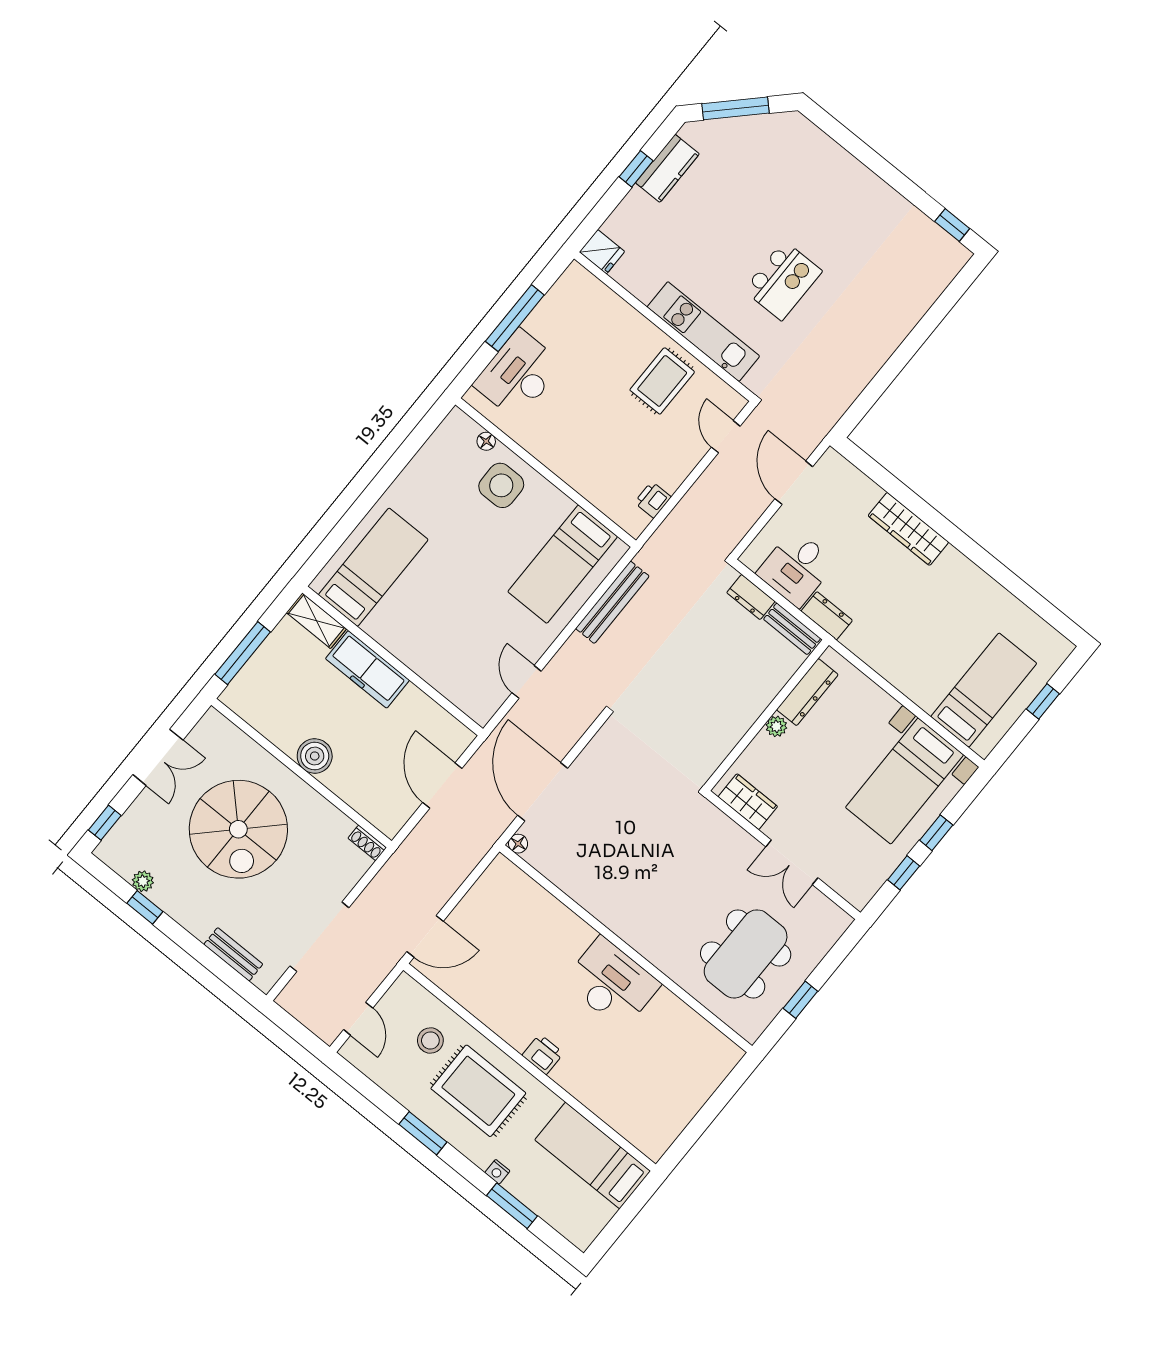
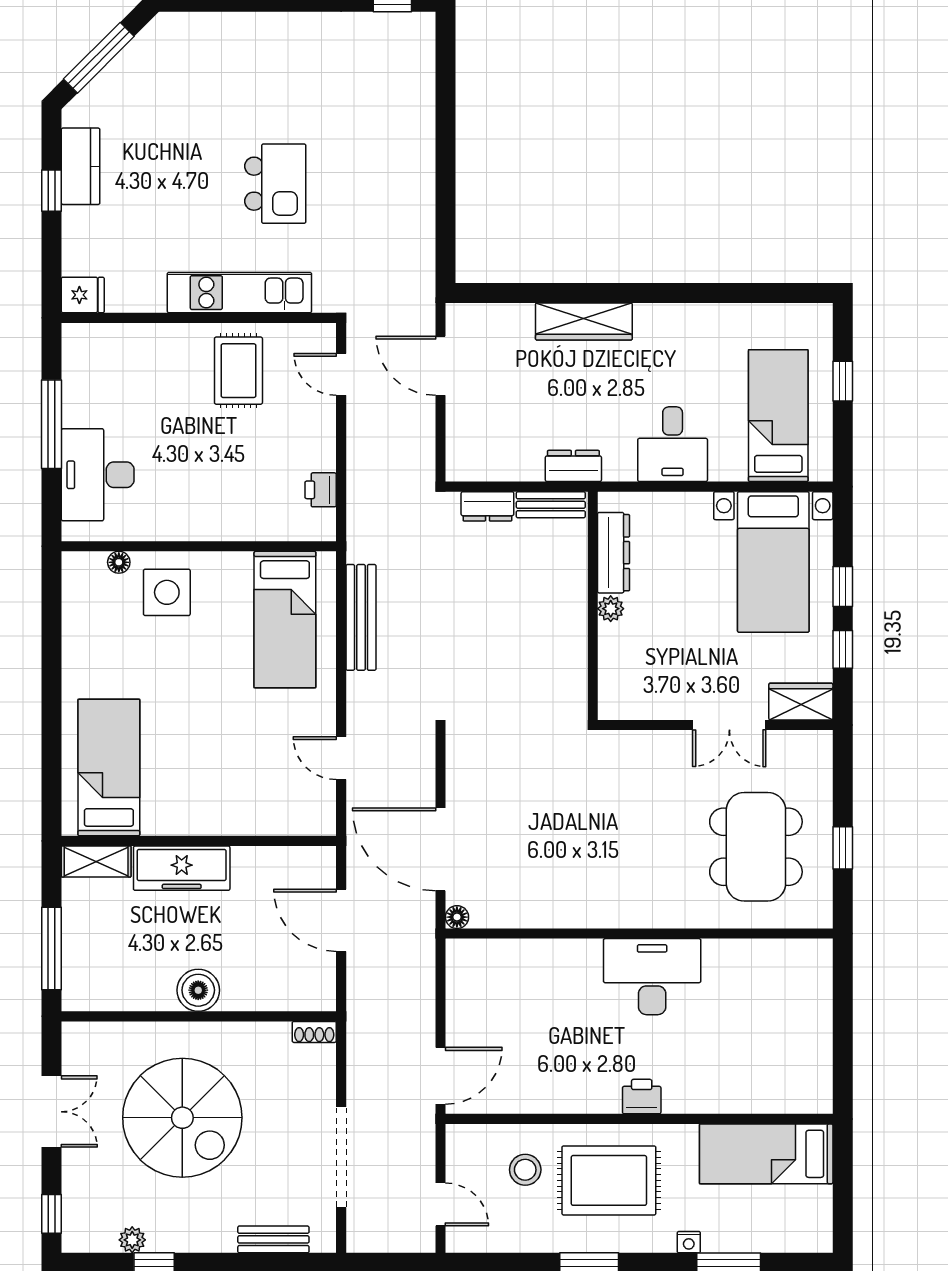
desk: (796, 568) -> (673, 444), moved
wardrobe: (748, 802) -> (801, 702), moved

